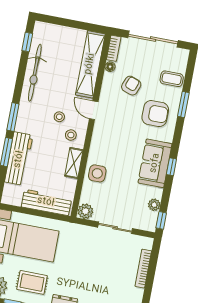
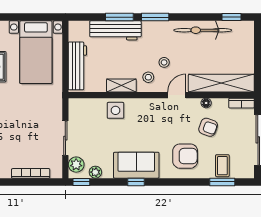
floor lamp: (110, 67) -> (206, 103), moved
window: (183, 105) -> (222, 182), moved
armchair: (155, 114) -> (185, 156), turned -90
plant: (85, 211) -> (76, 165), moved

